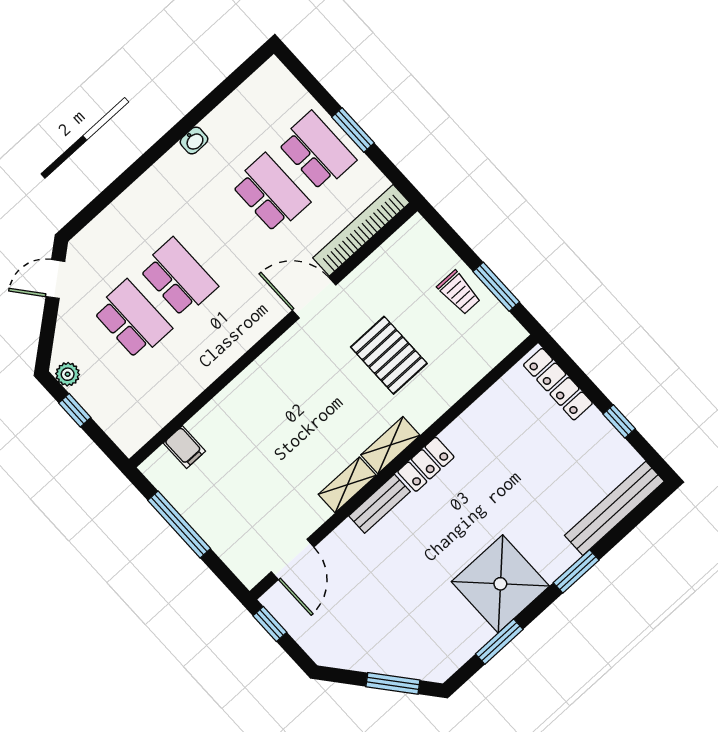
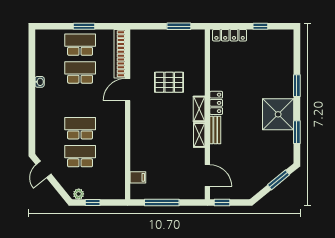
trolley: (459, 293) -> (170, 40), removed
bench: (614, 508) -> (288, 54), removed

